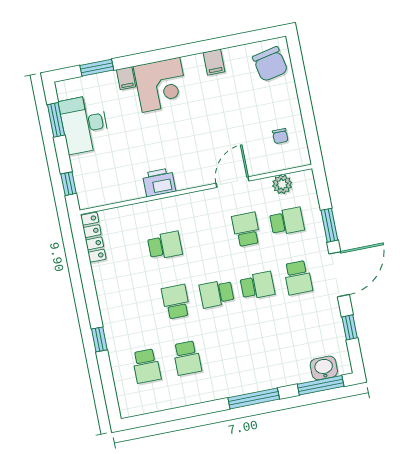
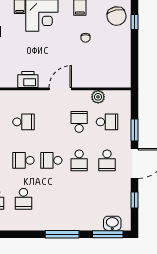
window: (298, 68) -> (135, 22), added
chair: (280, 136) -> (85, 38), moved
door: (233, 182) -> (60, 89), moved
plant: (282, 184) -> (98, 97), moved
school desk: (257, 286) -> (79, 160), turned 90
school desk: (176, 302) -> (23, 160), turned -90

